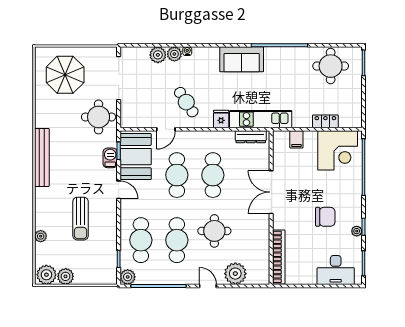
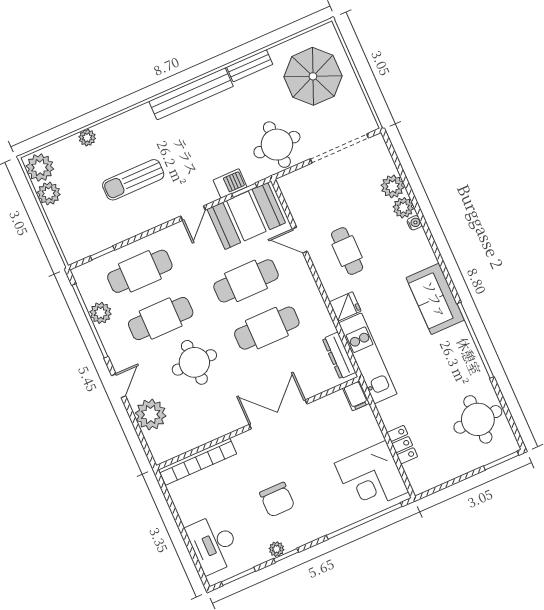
cafe table: (186, 102) -> (347, 251), turned -57
bench: (40, 112) -> (250, 66), added
filing cabinet: (296, 139) -> (356, 396), moved, turned -90
plant: (128, 277) -> (101, 313), moved

